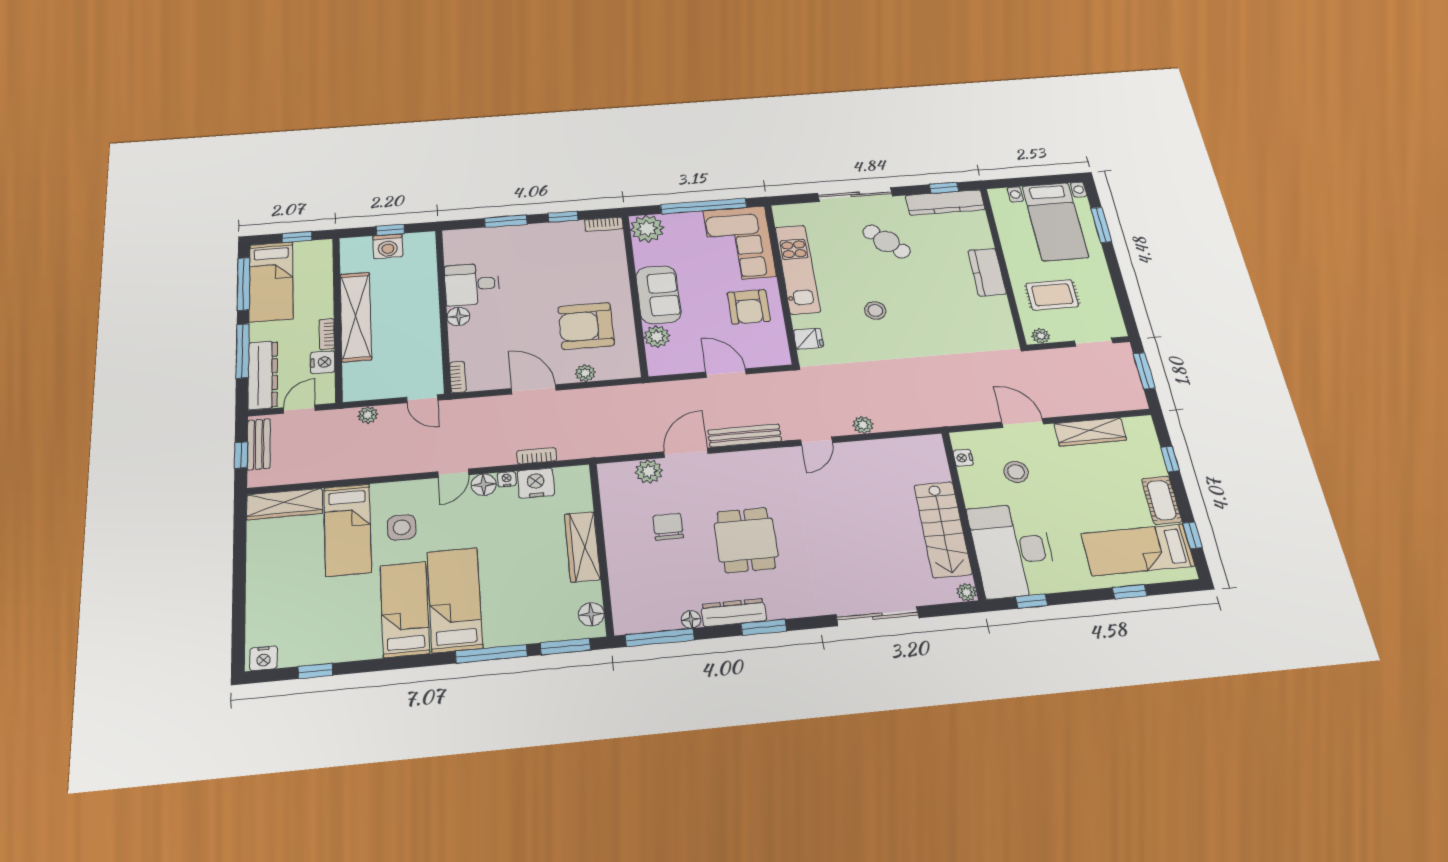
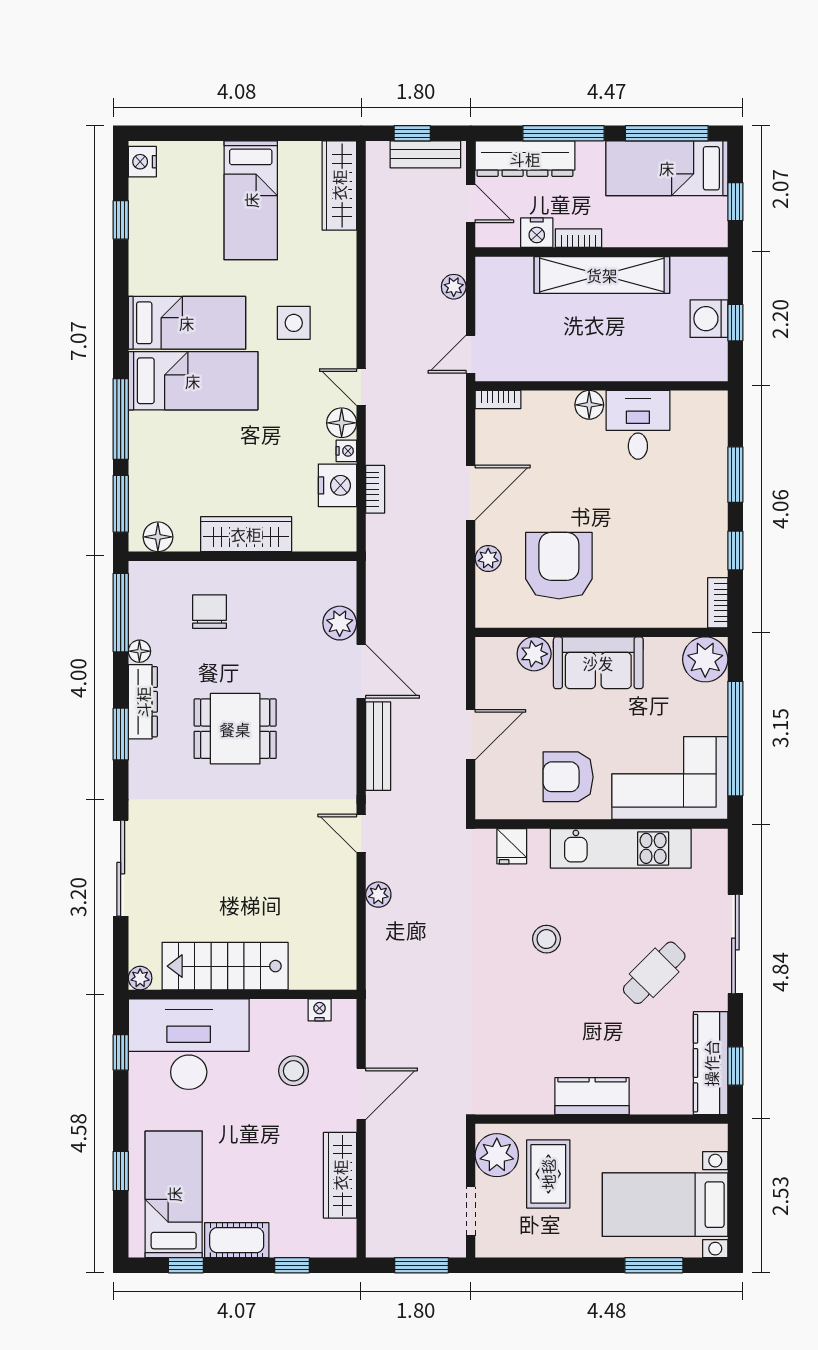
plant: (1041, 336) -> (497, 1155), width x1.88, depth x1.88
chair: (668, 527) -> (210, 612), moved, turned -90
bed: (348, 530) -> (251, 200), moved, turned -90

